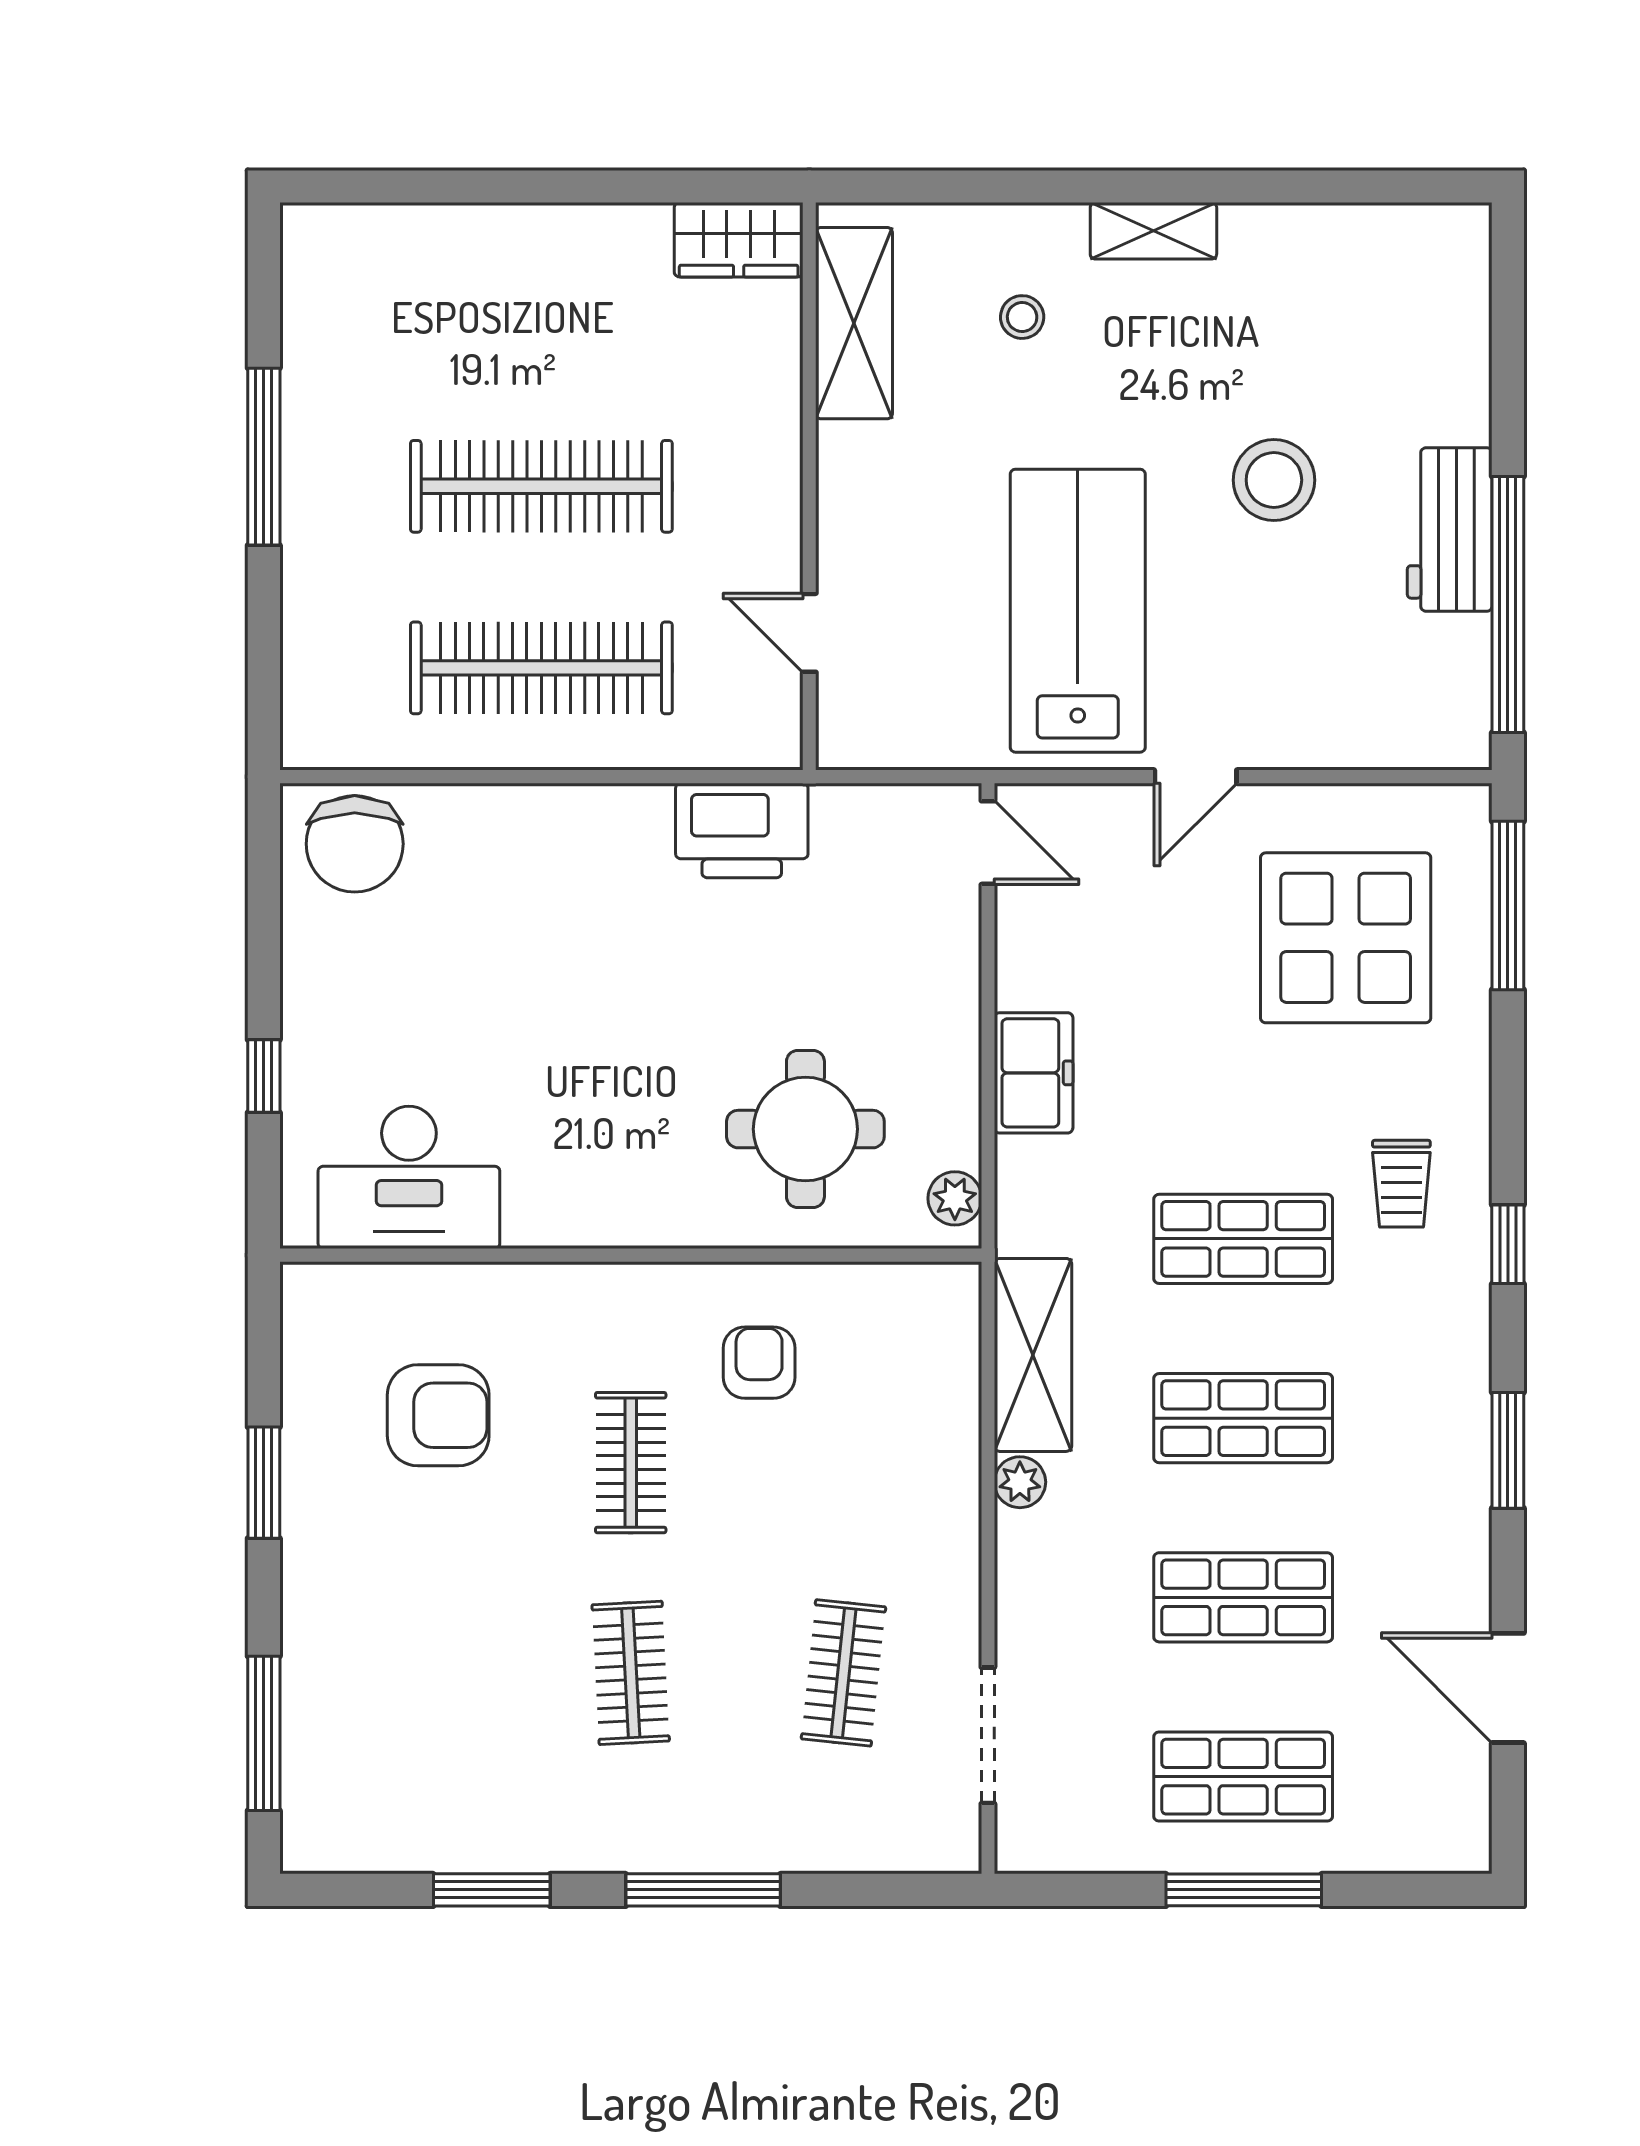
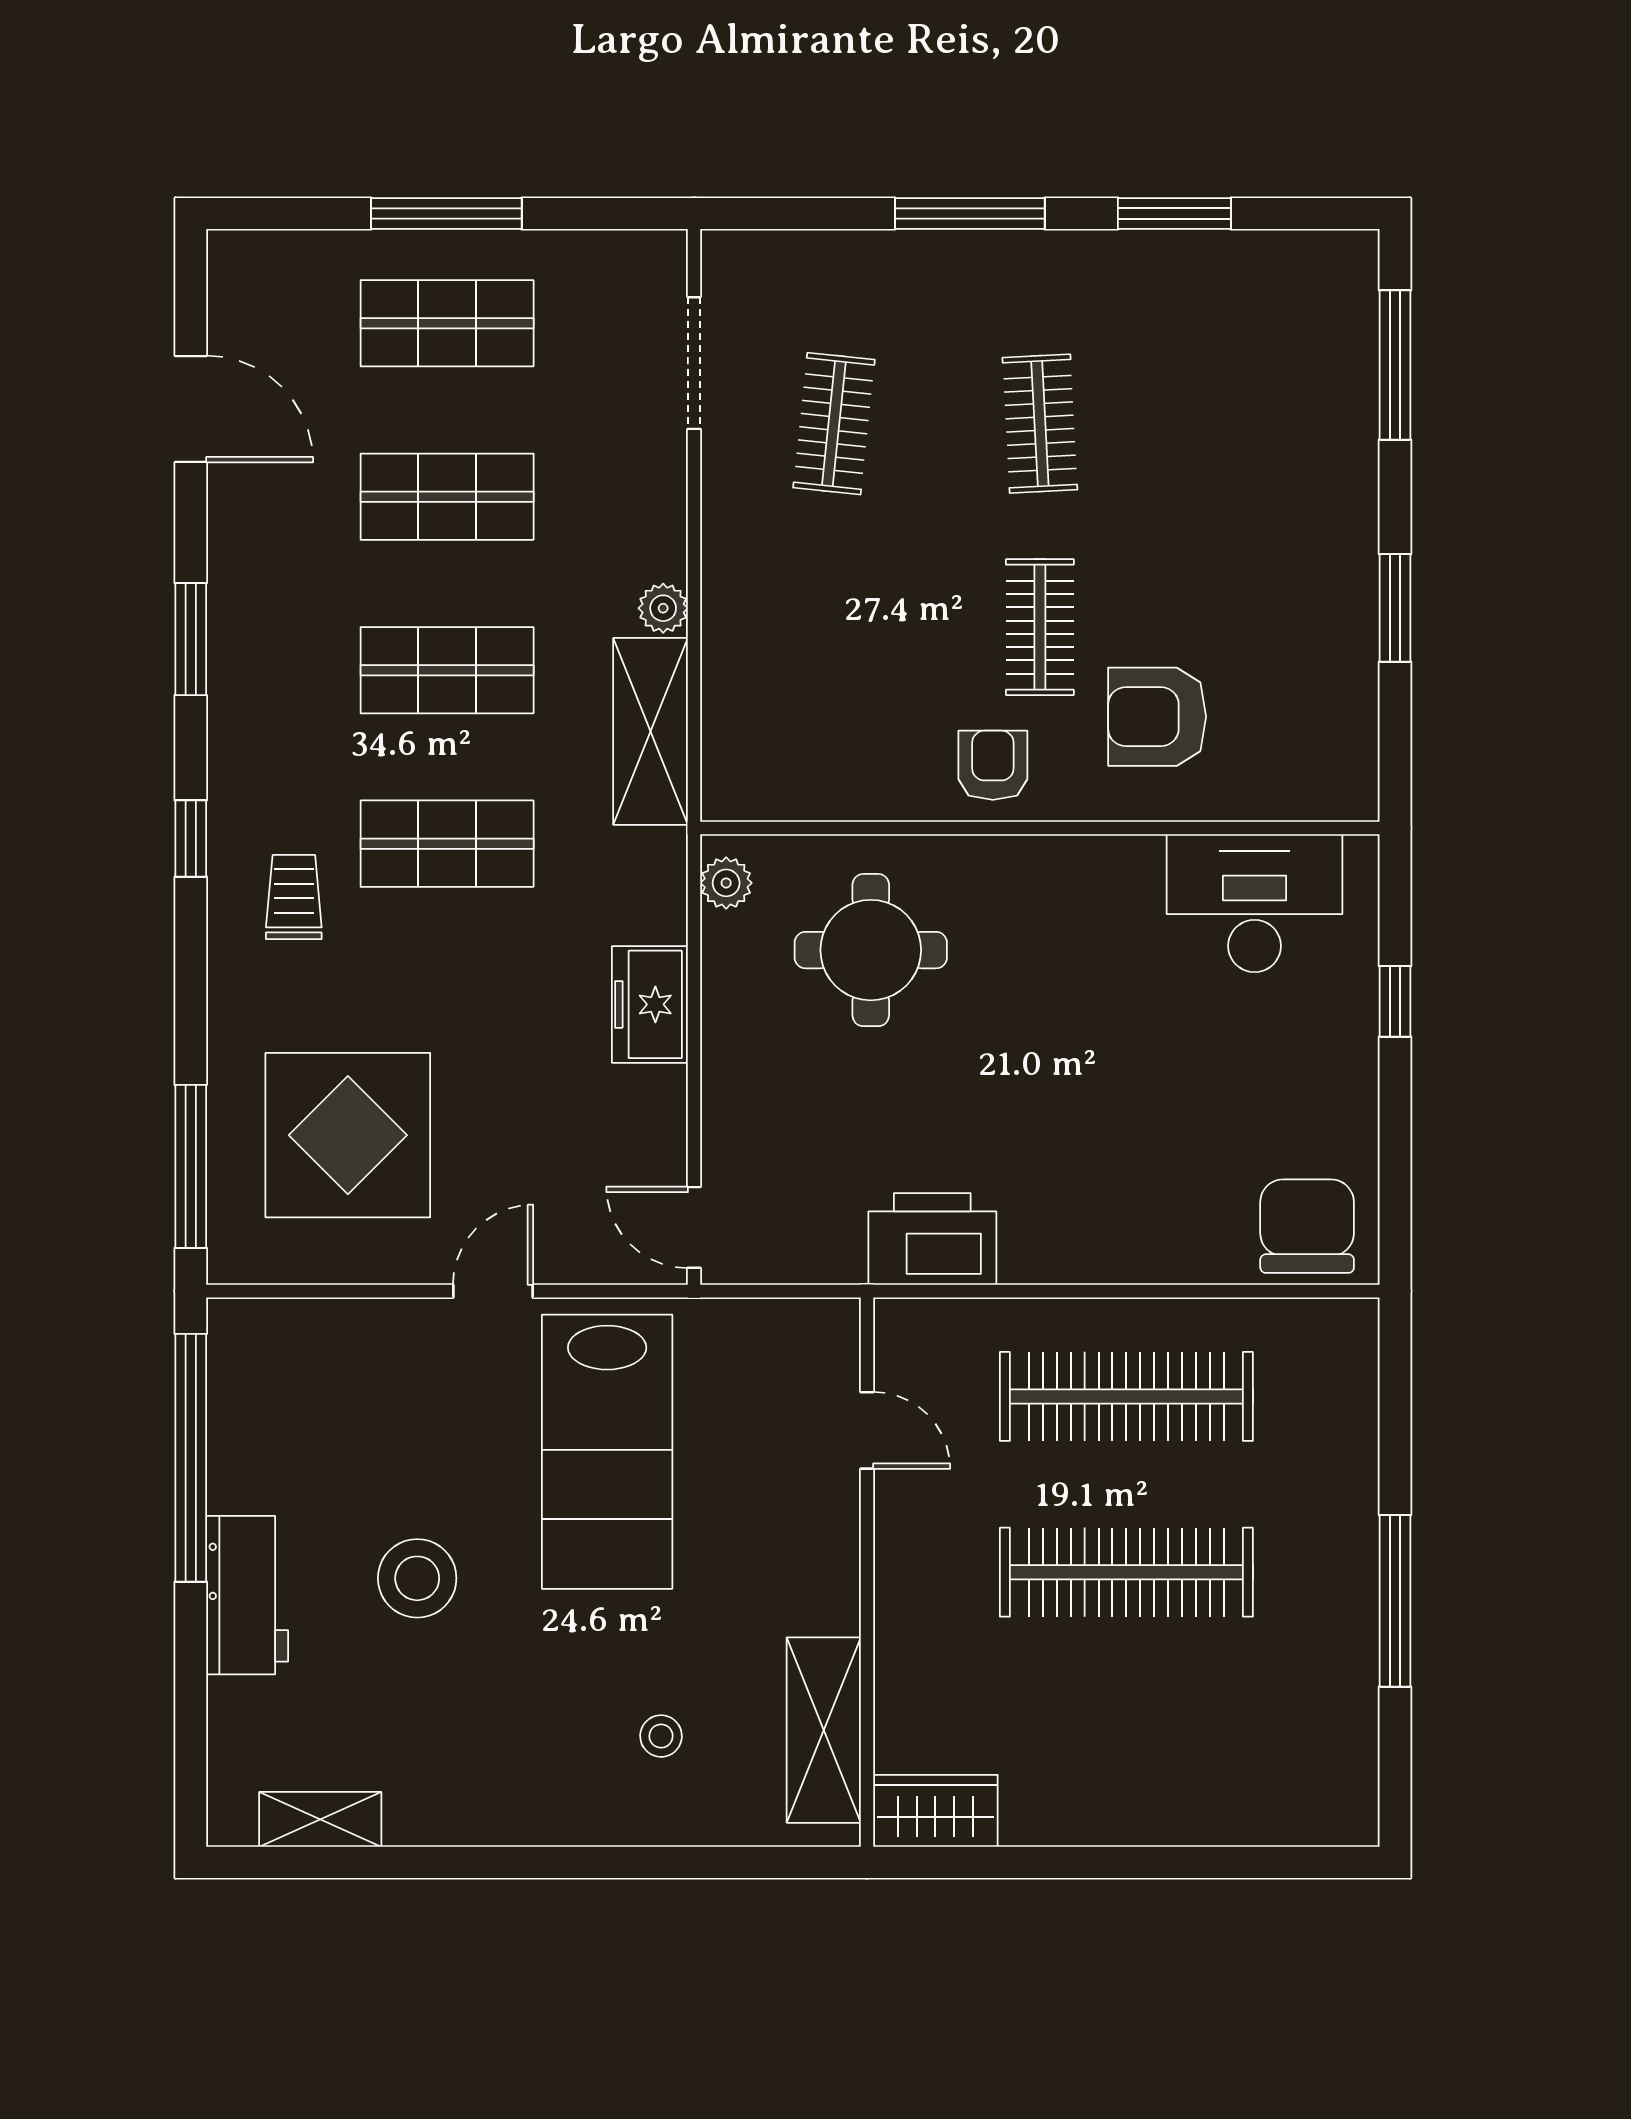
shelving: (1153, 231) -> (320, 1819), moved
workbench: (1450, 529) -> (247, 1595), moved
armchair: (759, 1363) -> (993, 765), moved, turned 180
armchair: (438, 1415) -> (1157, 717), moved

